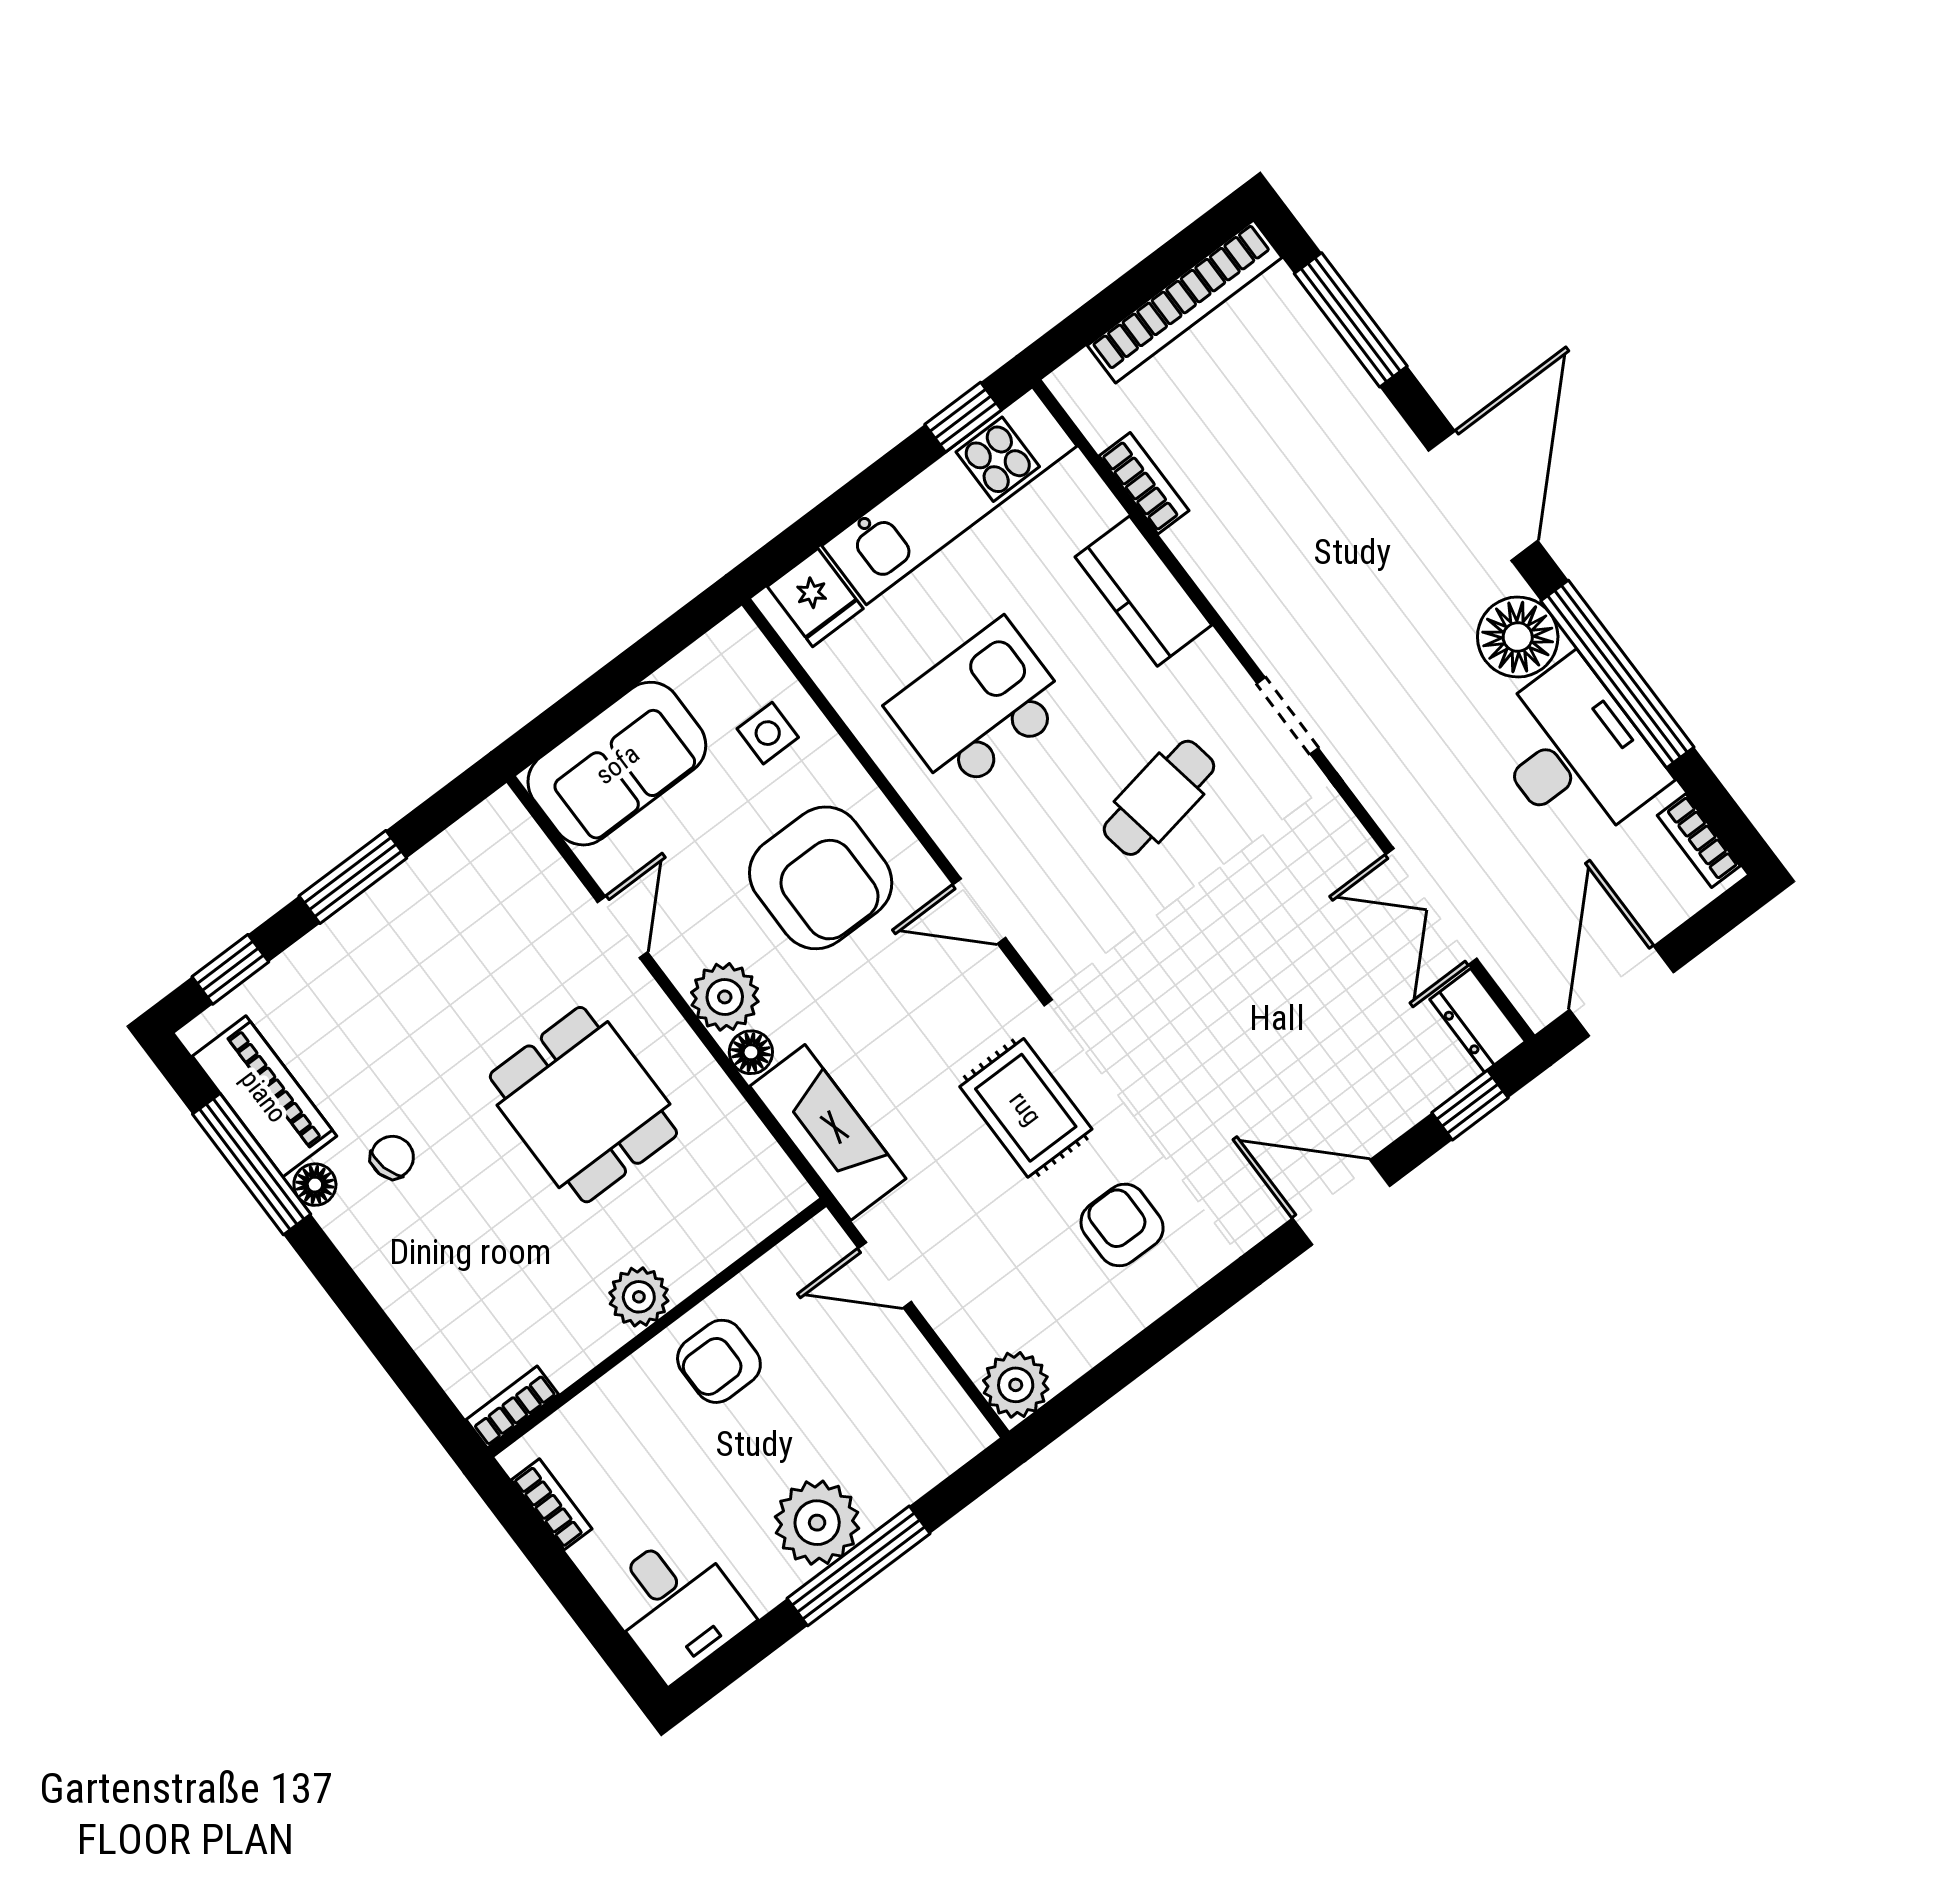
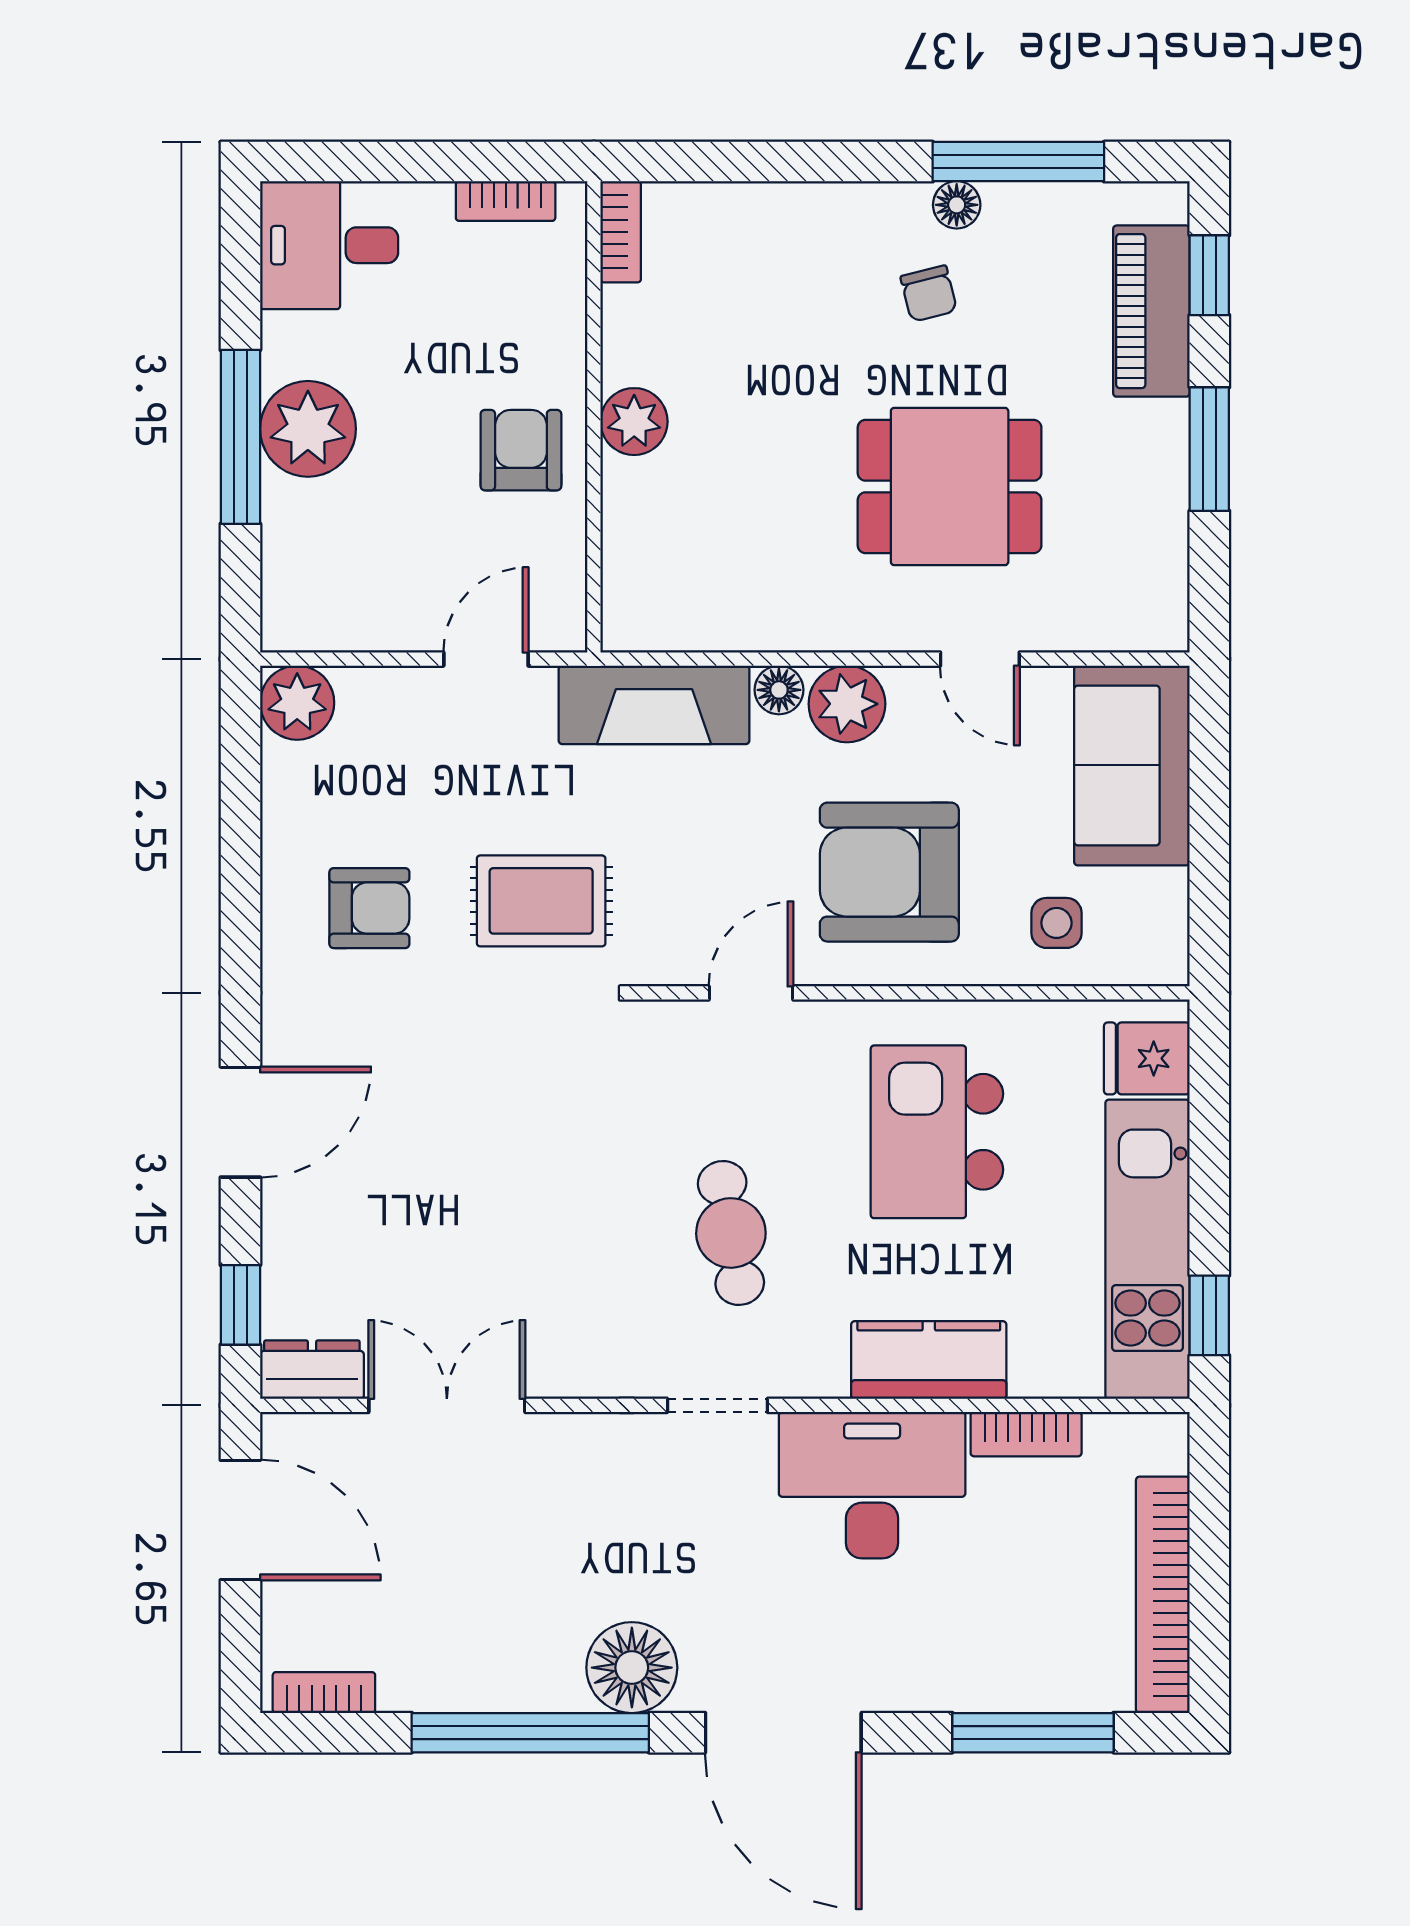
kitchen island: (978, 706) -> (937, 1132), turned 180
desk: (1575, 753) -> (872, 1485), moved, turned 180
piano: (264, 1096) -> (1151, 311), moved, turned 90
dining table: (583, 1105) -> (950, 487), moved

